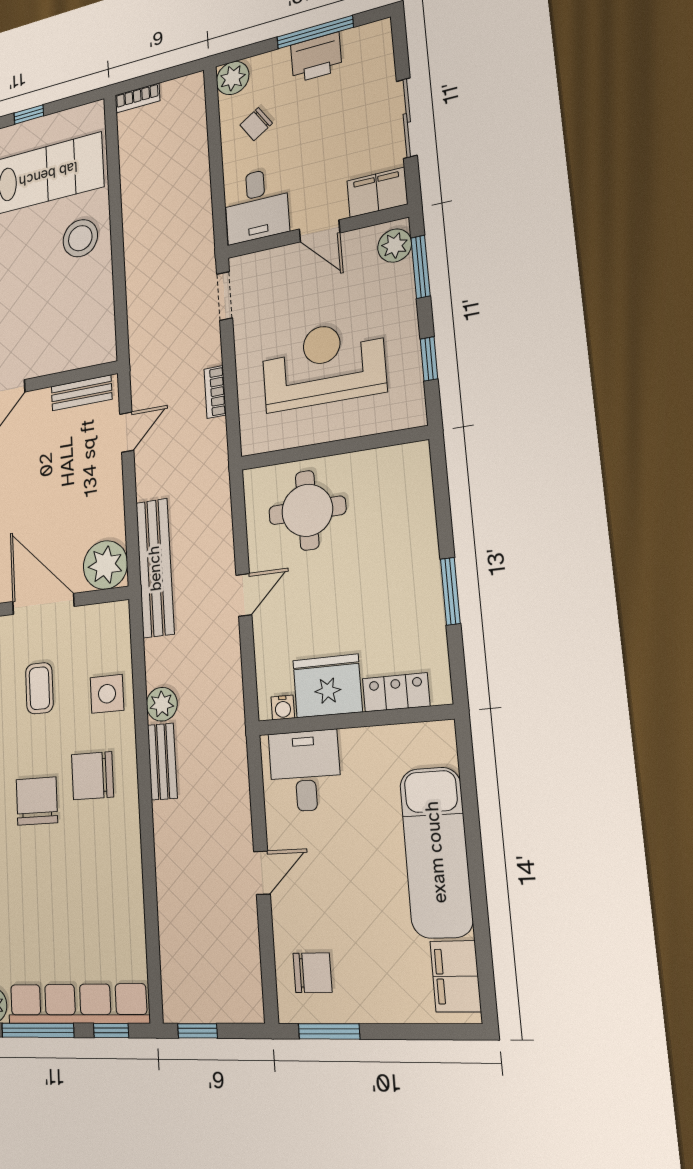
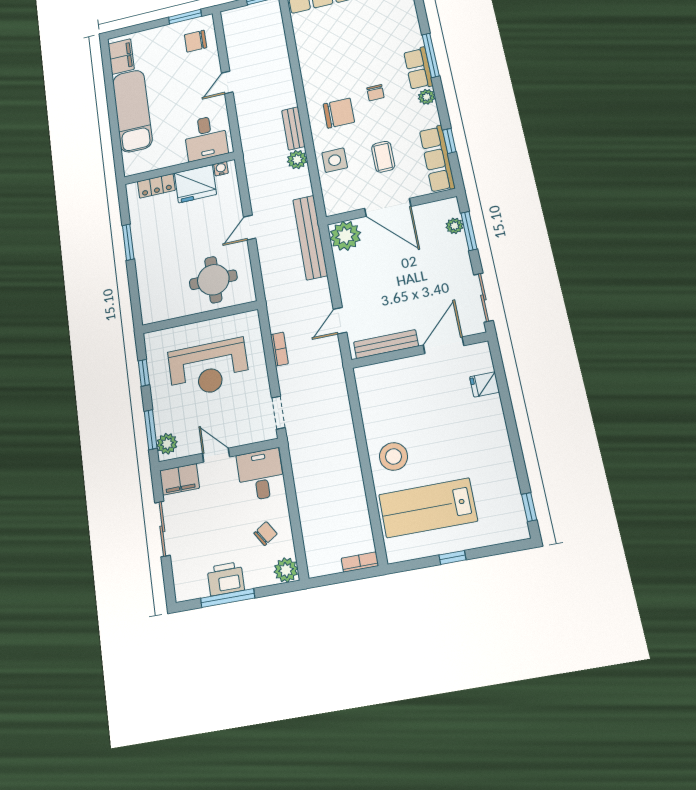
bench: (81, 393) -> (386, 344), width x1.36
chair: (37, 801) -> (375, 93), width x0.54, depth x0.54

